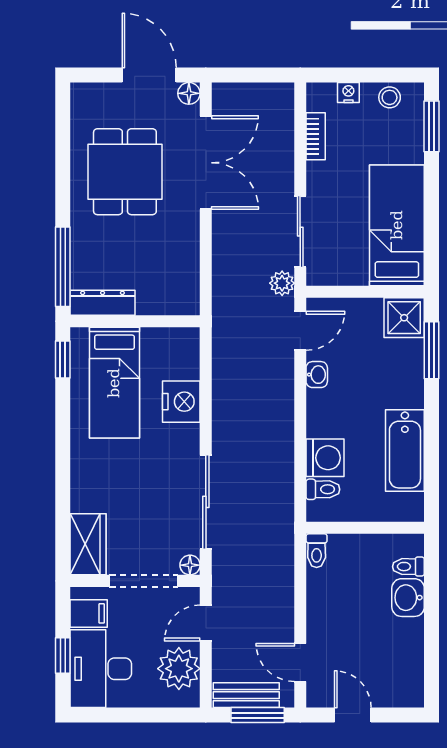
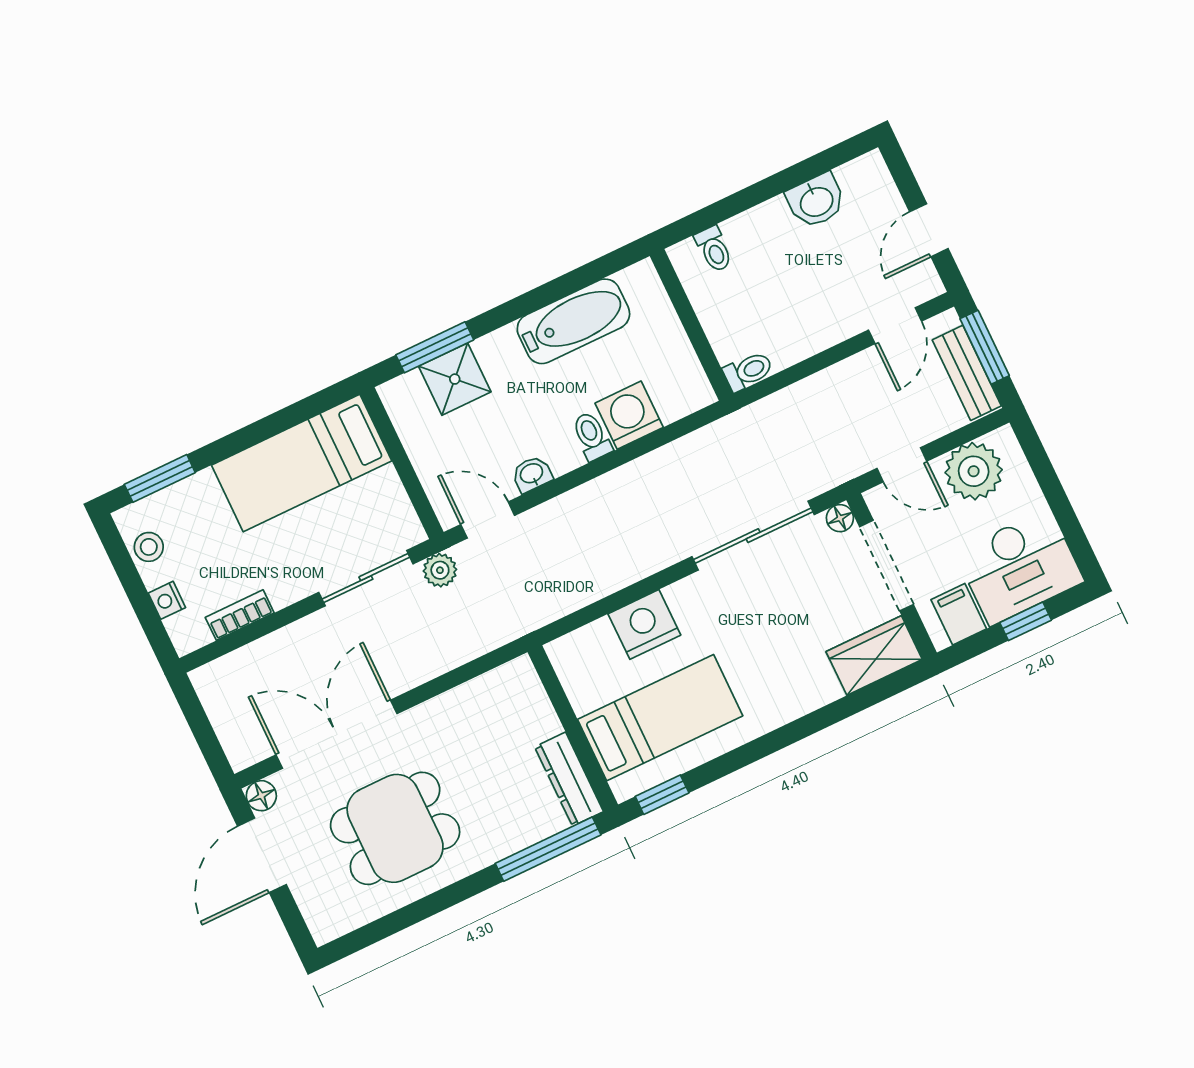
shower: (404, 318) -> (455, 379), moved
toilet: (323, 489) -> (592, 436), moved
washbasin: (408, 598) -> (816, 201), moved

